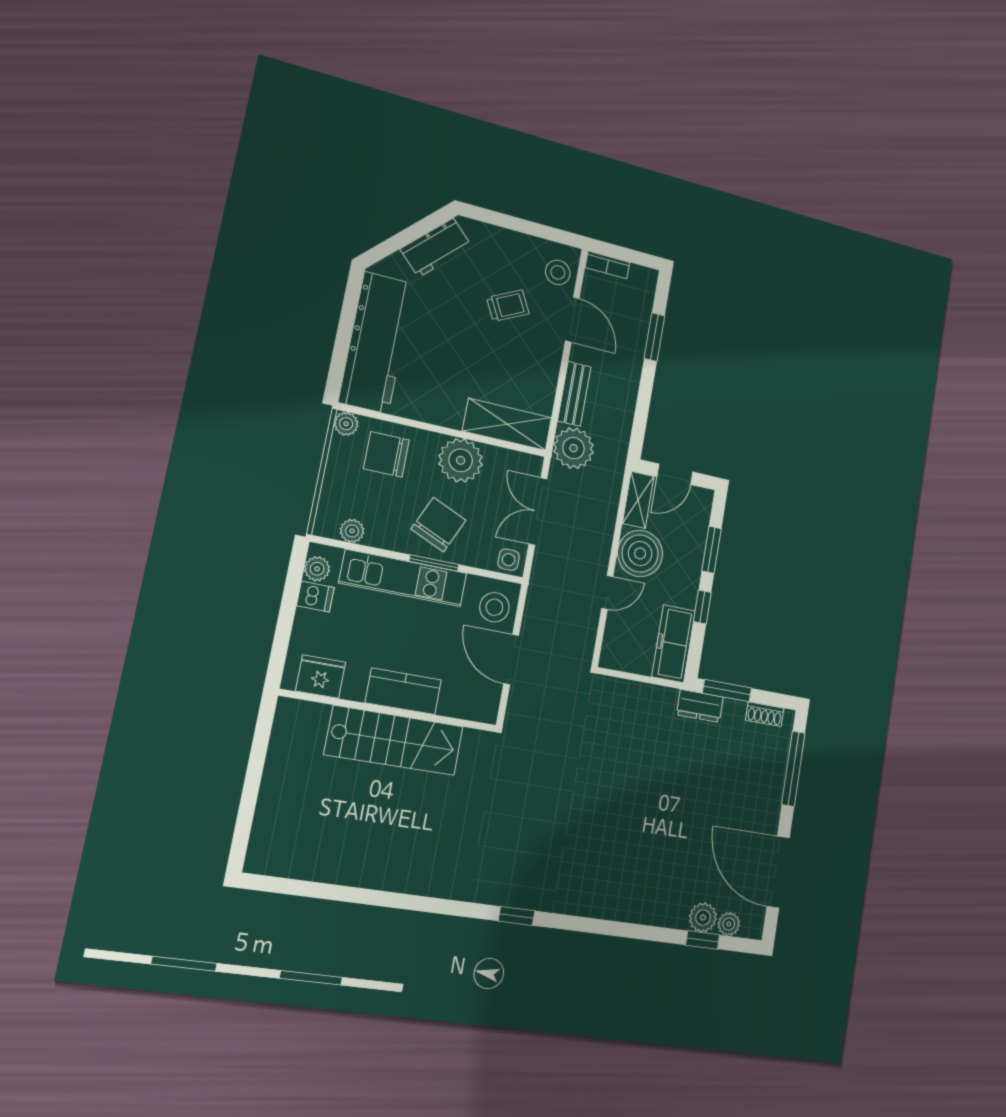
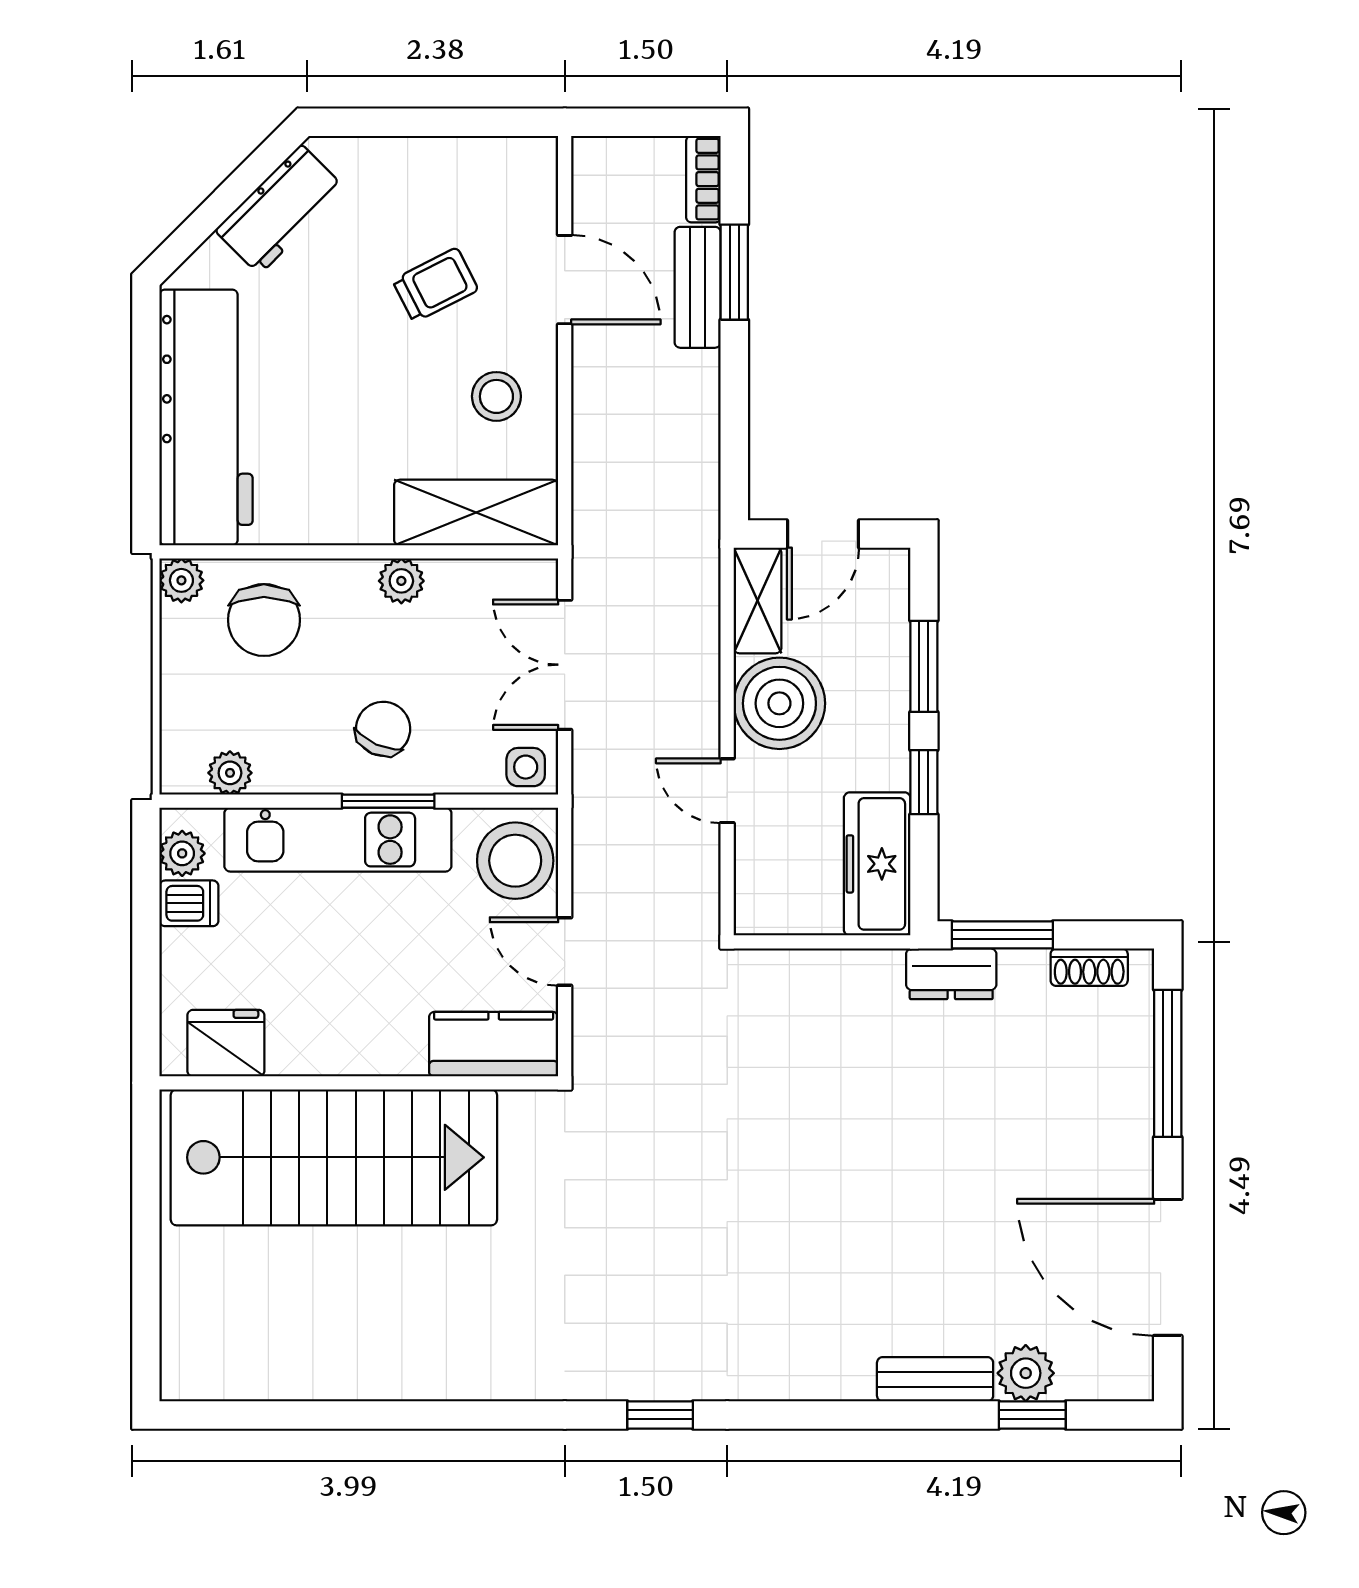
bookcase: (607, 265) -> (703, 179), moved, turned 90
stool: (558, 272) -> (496, 396), moved
bench: (574, 394) -> (698, 287), moved
plant: (573, 448) -> (612, 529), removed
chair: (386, 454) -> (264, 620), turned -90
plant: (461, 460) -> (401, 581), width x0.53, depth x0.53
chair: (439, 525) -> (383, 729), width x0.73, depth x0.73
door: (607, 592) -> (727, 791), swing flipped
stool: (494, 607) -> (515, 861), width x1.38, depth x1.38
door: (511, 660) -> (565, 951), width x0.73
kitchen counter: (403, 691) -> (494, 1044), moved
stairs: (394, 741) -> (334, 1157), width x1.36, depth x1.51
bench: (659, 915) -> (935, 1379), added
plant: (729, 924) -> (1081, 1379), removed

